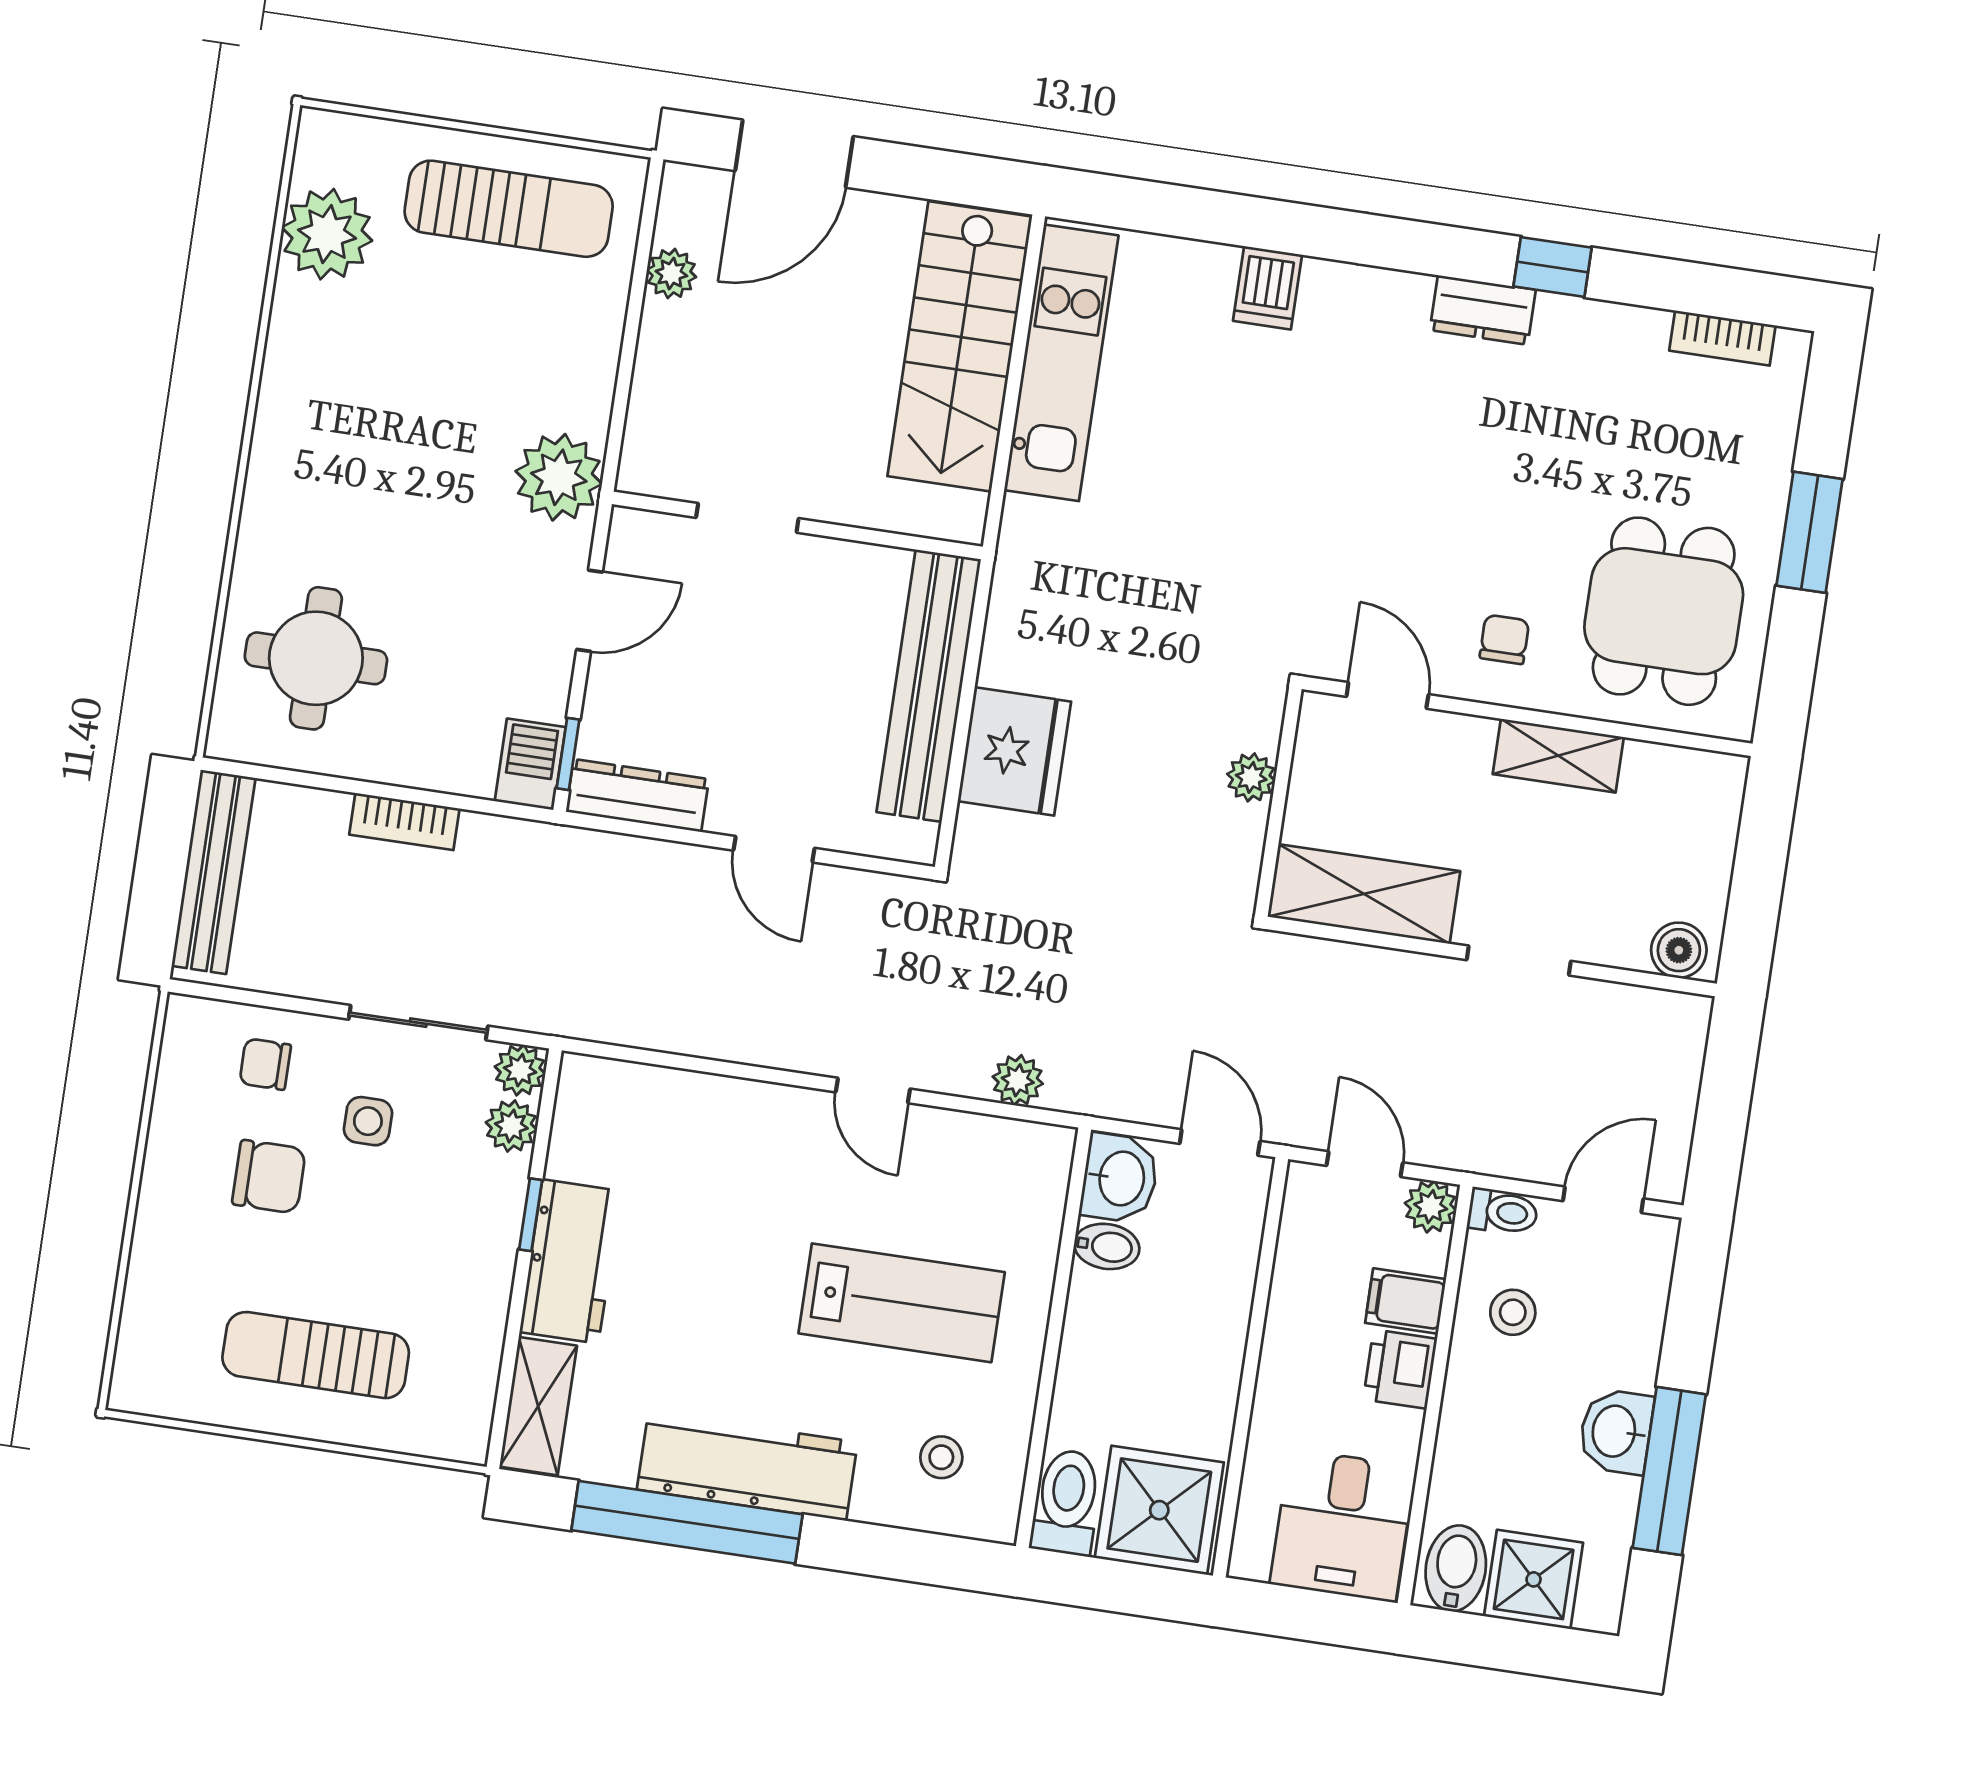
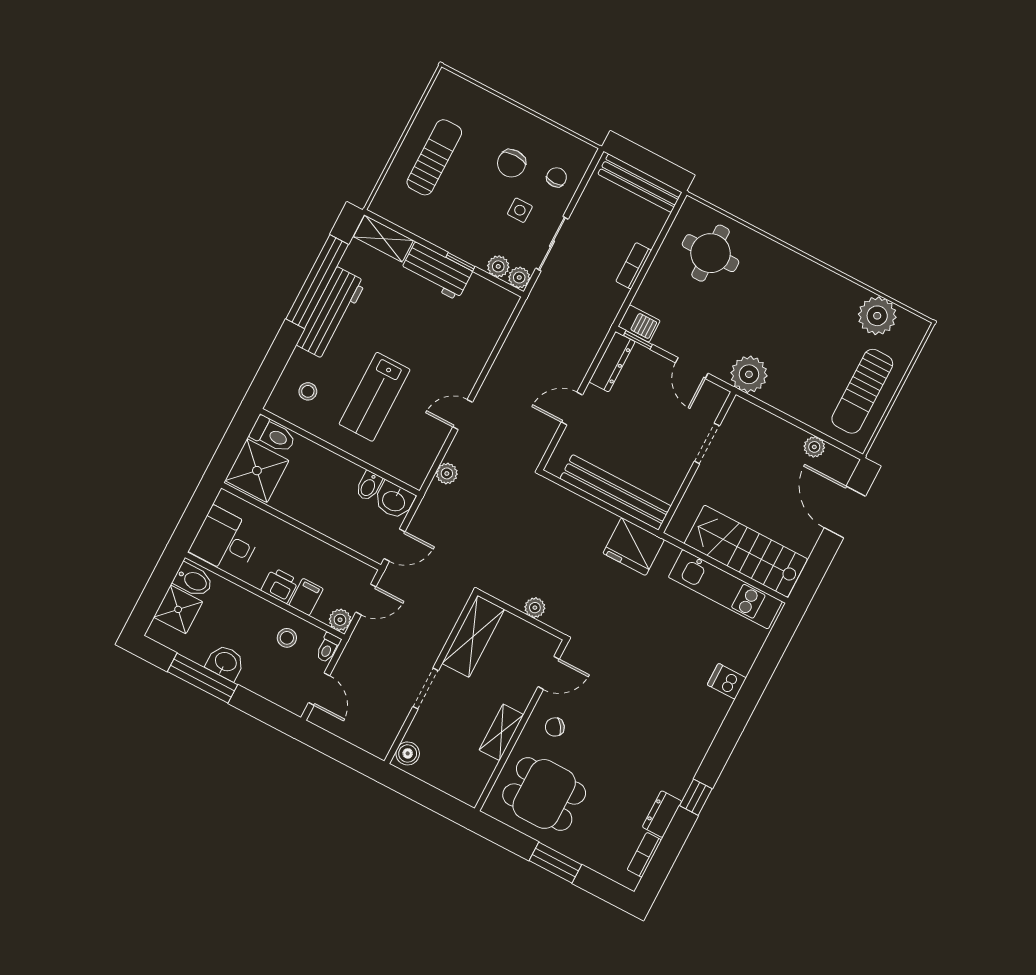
dresser: (1483, 310) -> (662, 814), moved
chair: (1504, 639) -> (555, 727), turned 145
fridge: (1014, 751) -> (634, 546), moved

